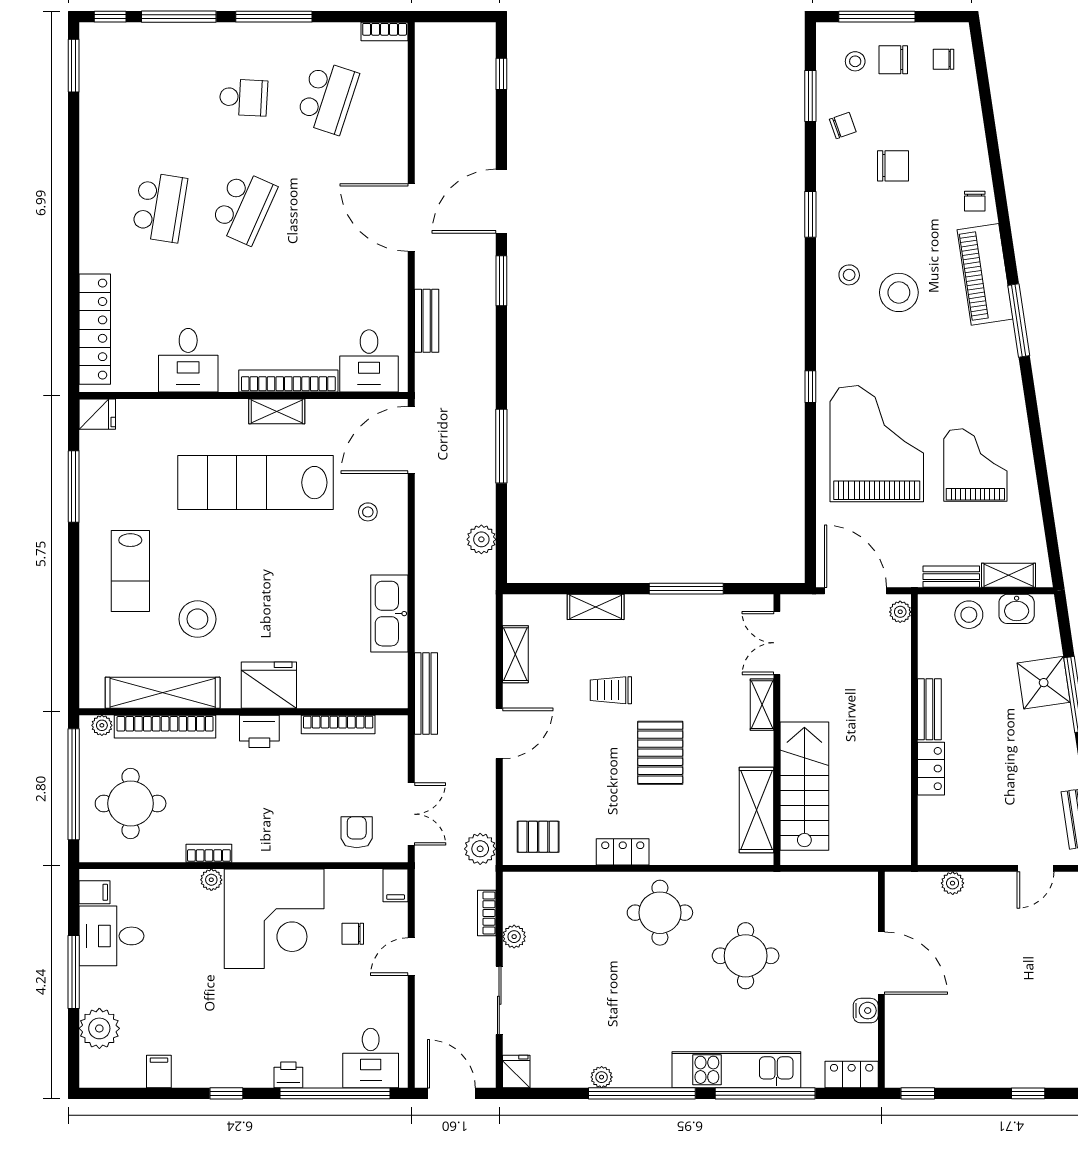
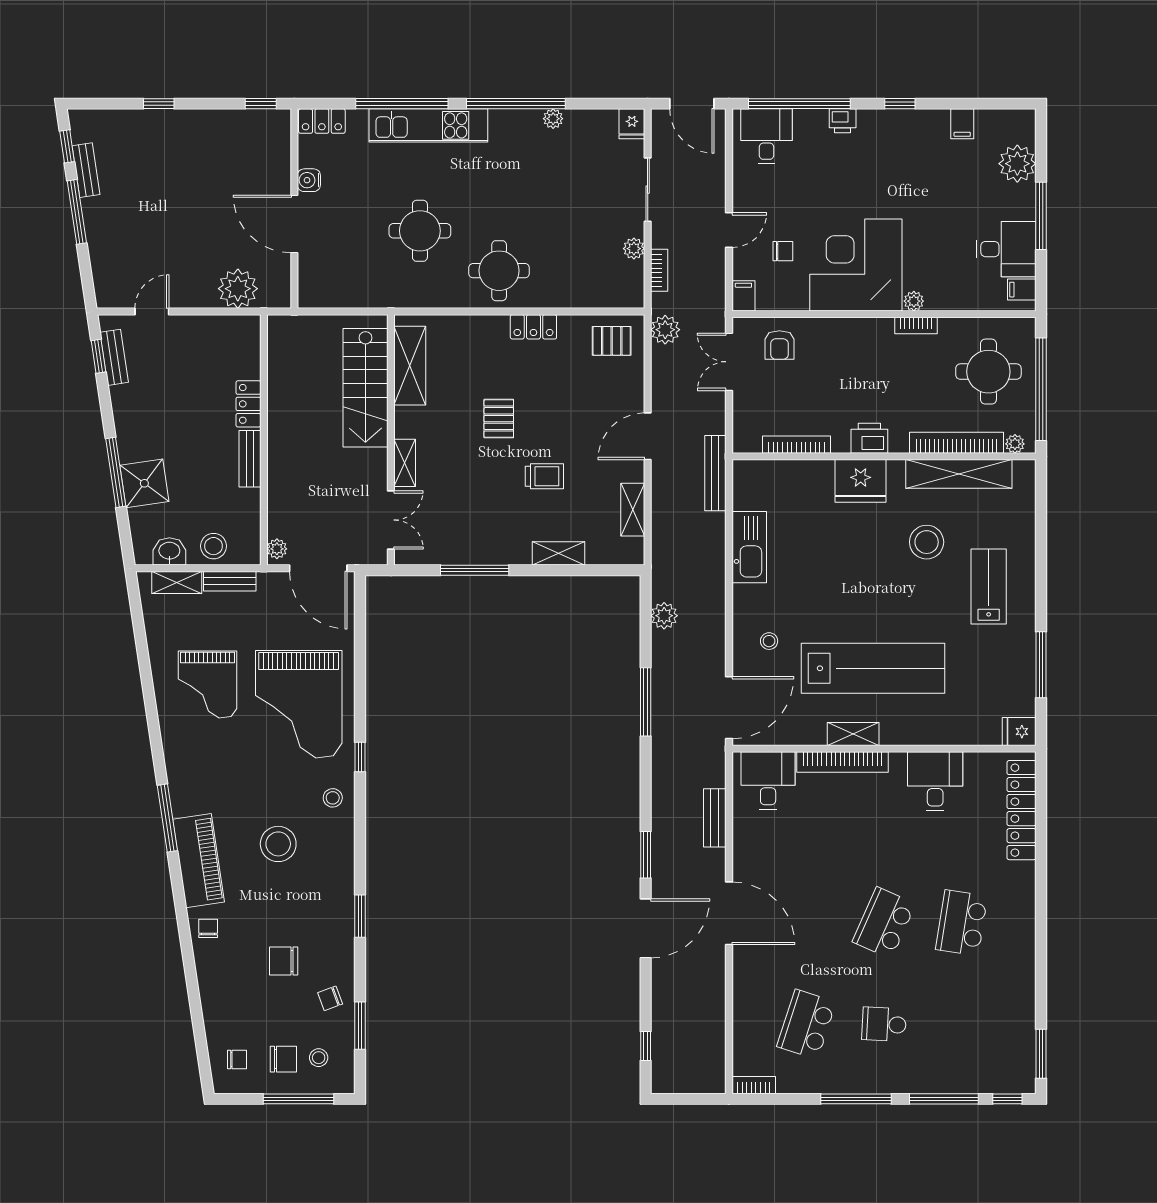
stool: (849, 275) -> (333, 798), moved
pallet: (660, 753) -> (499, 419), width x0.67, depth x0.71
plant: (953, 883) -> (238, 289), width x1.88, depth x1.88

